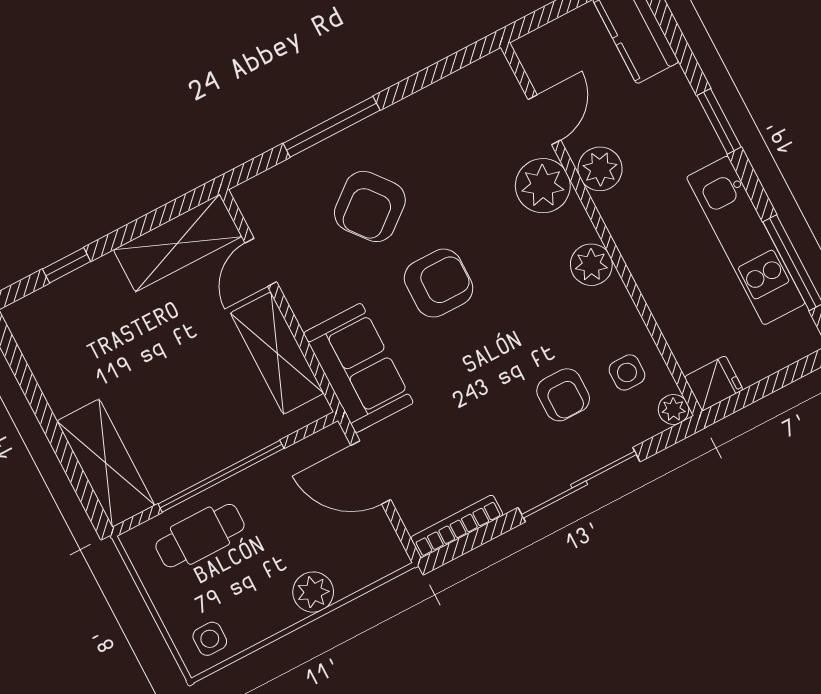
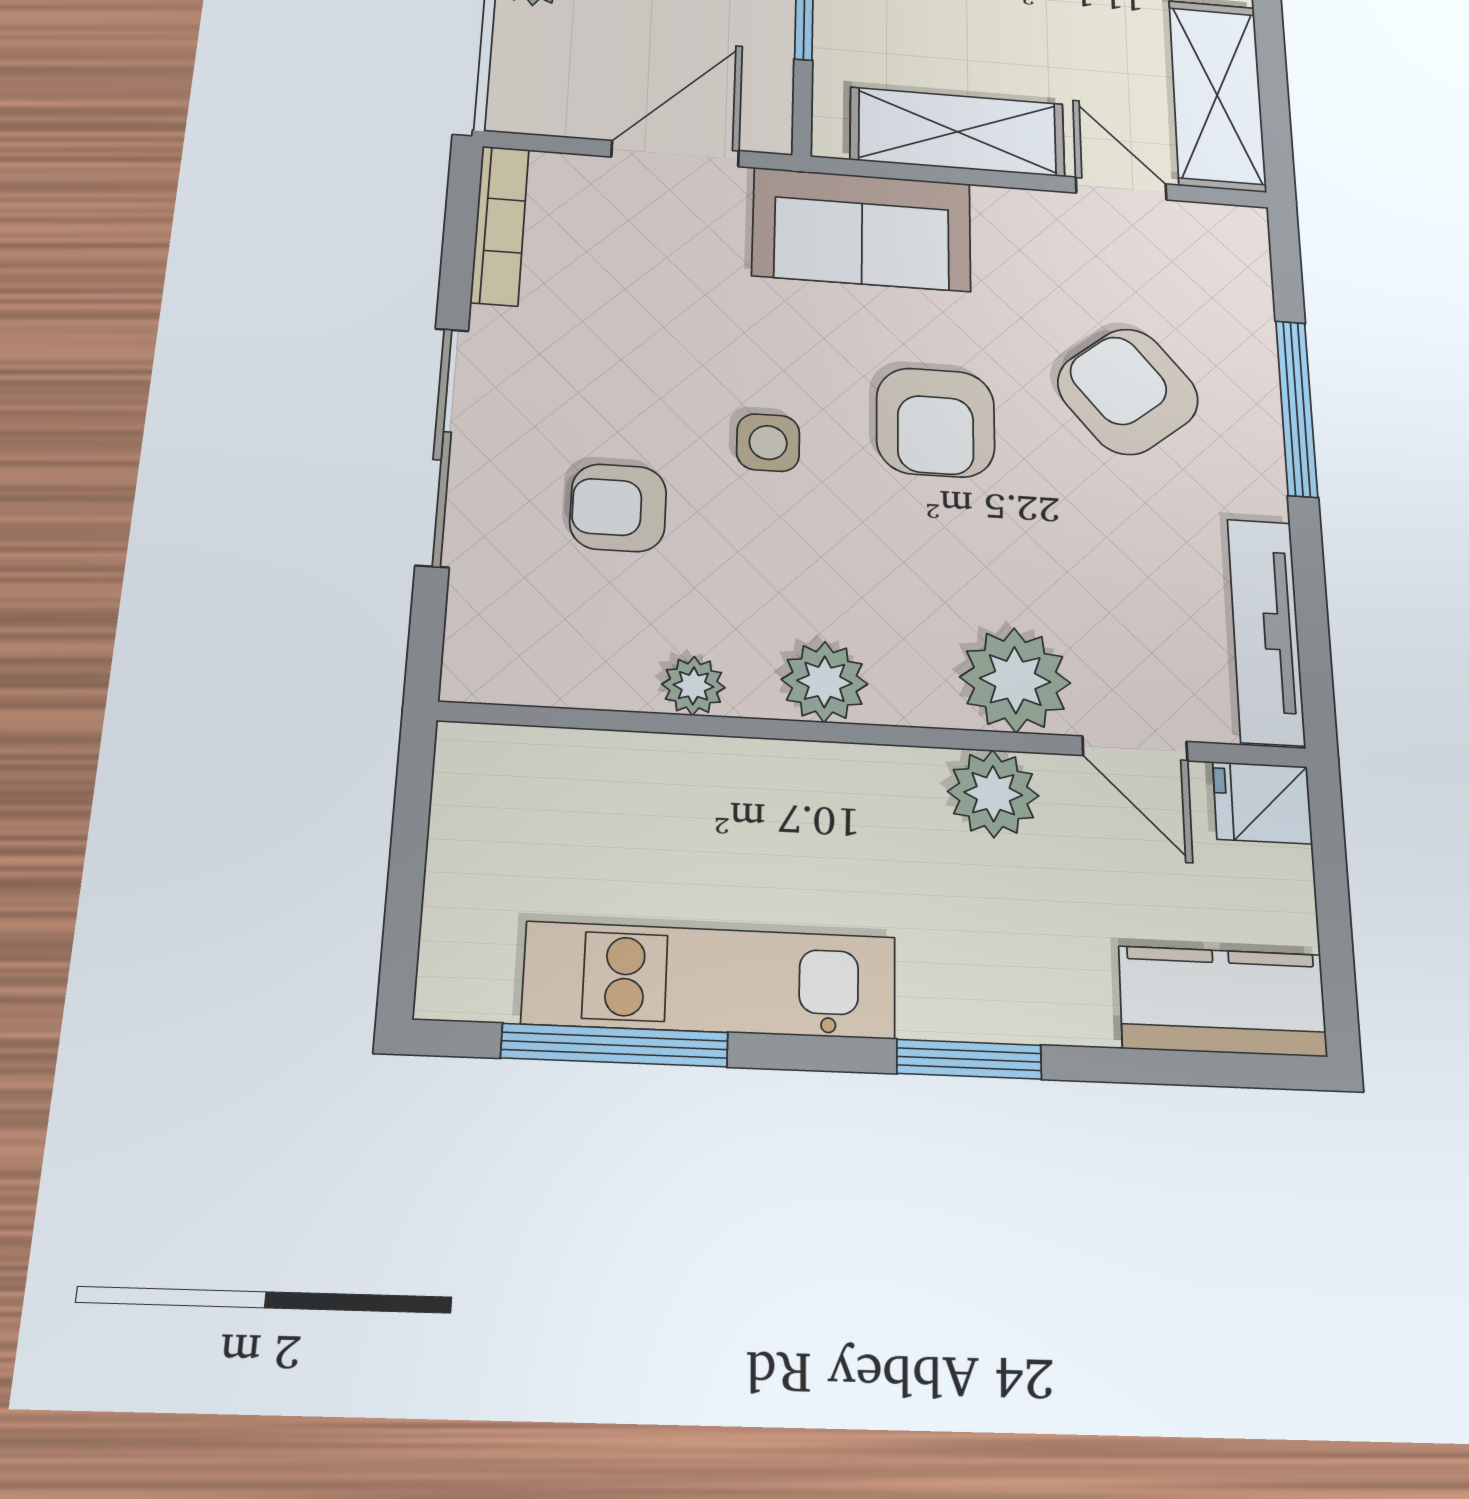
tv unit: (454, 89) -> (1266, 631), added
side table: (627, 372) -> (768, 443), moved
fridge: (714, 383) -> (1262, 803), moved, turned 90
plant: (674, 409) -> (693, 686), moved

